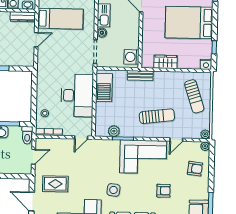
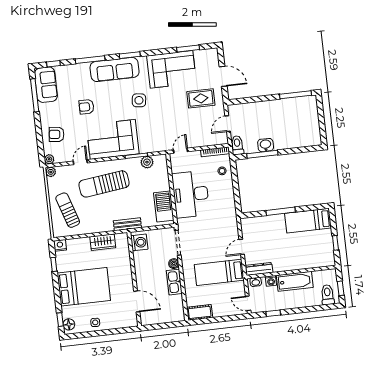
sun lounger: (157, 116) -> (104, 184), width x1.36, depth x1.34

